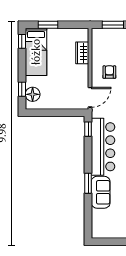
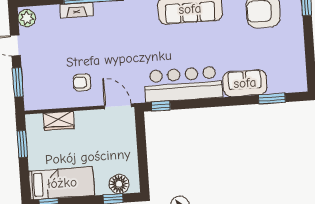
window: (48, 25) -> (22, 144), moved
window: (88, 183) -> (272, 98), moved

